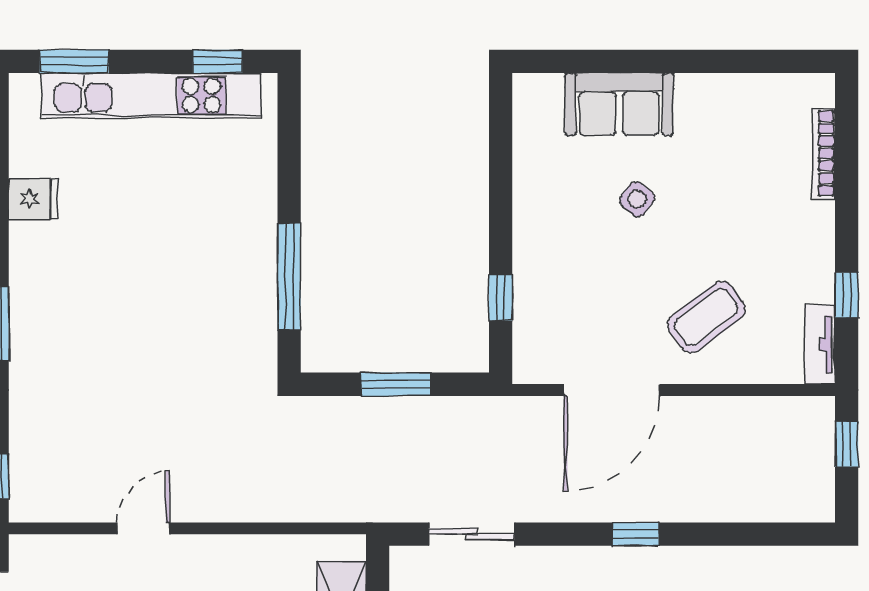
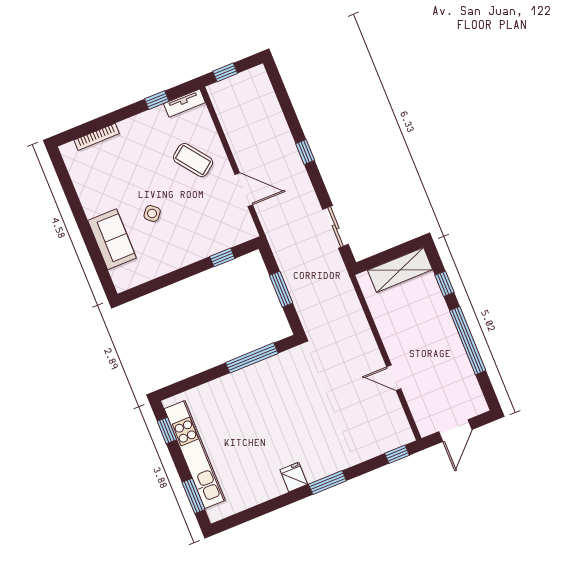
fridge: (33, 199) -> (294, 477), moved
door: (612, 390) -> (244, 190), width x0.73

